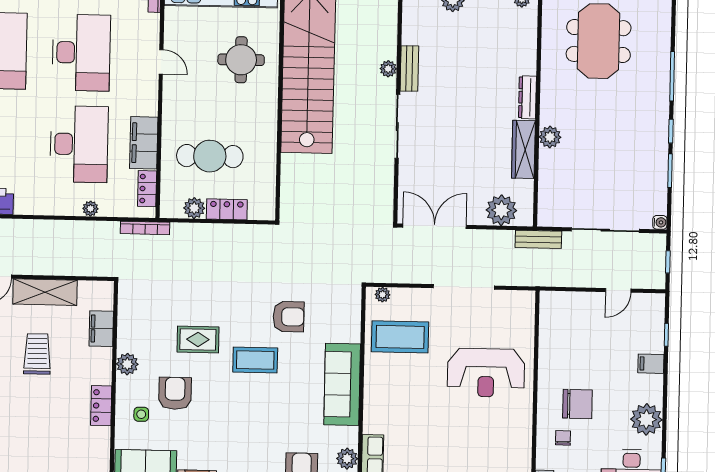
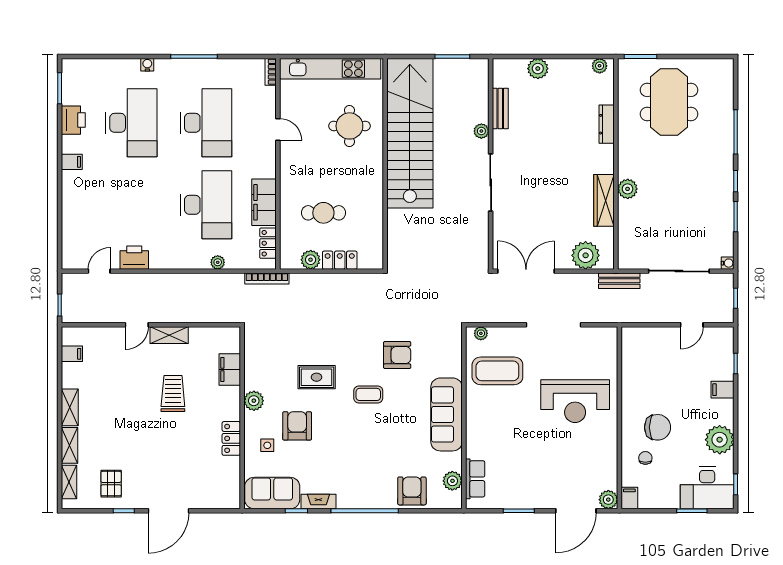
bench: (409, 69) -> (500, 108), moved
dresser: (527, 97) -> (607, 124), moved
cafe table: (210, 156) -> (323, 213), width x0.73, depth x0.74
shelving: (45, 292) -> (169, 335), width x0.67, depth x0.75
coffee table: (255, 360) -> (368, 394), width x0.73, depth x0.77

